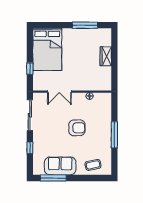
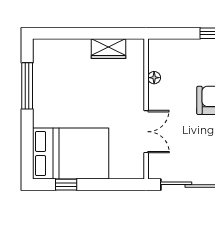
wardrobe: (106, 56) -> (109, 49), moved
window: (30, 69) -> (66, 185), moved

